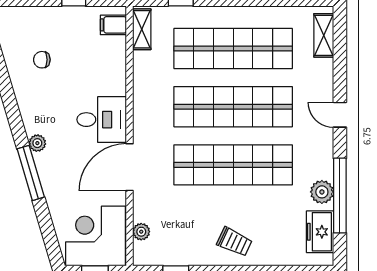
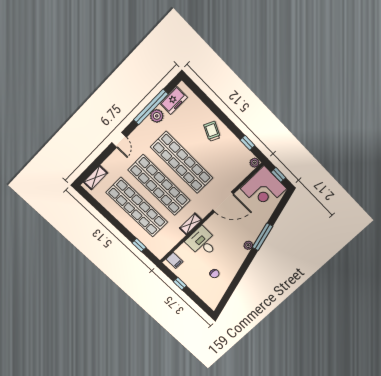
shelving: (142, 29) -> (191, 224), moved
desk: (102, 120) -> (202, 242), moved
plant: (141, 232) -> (254, 163), moved

